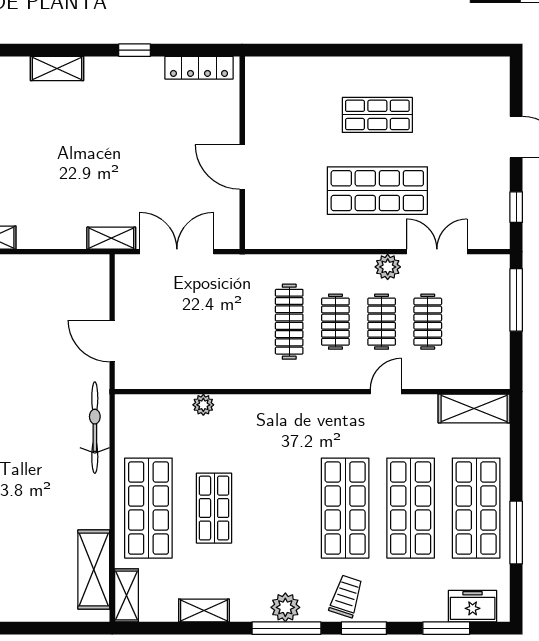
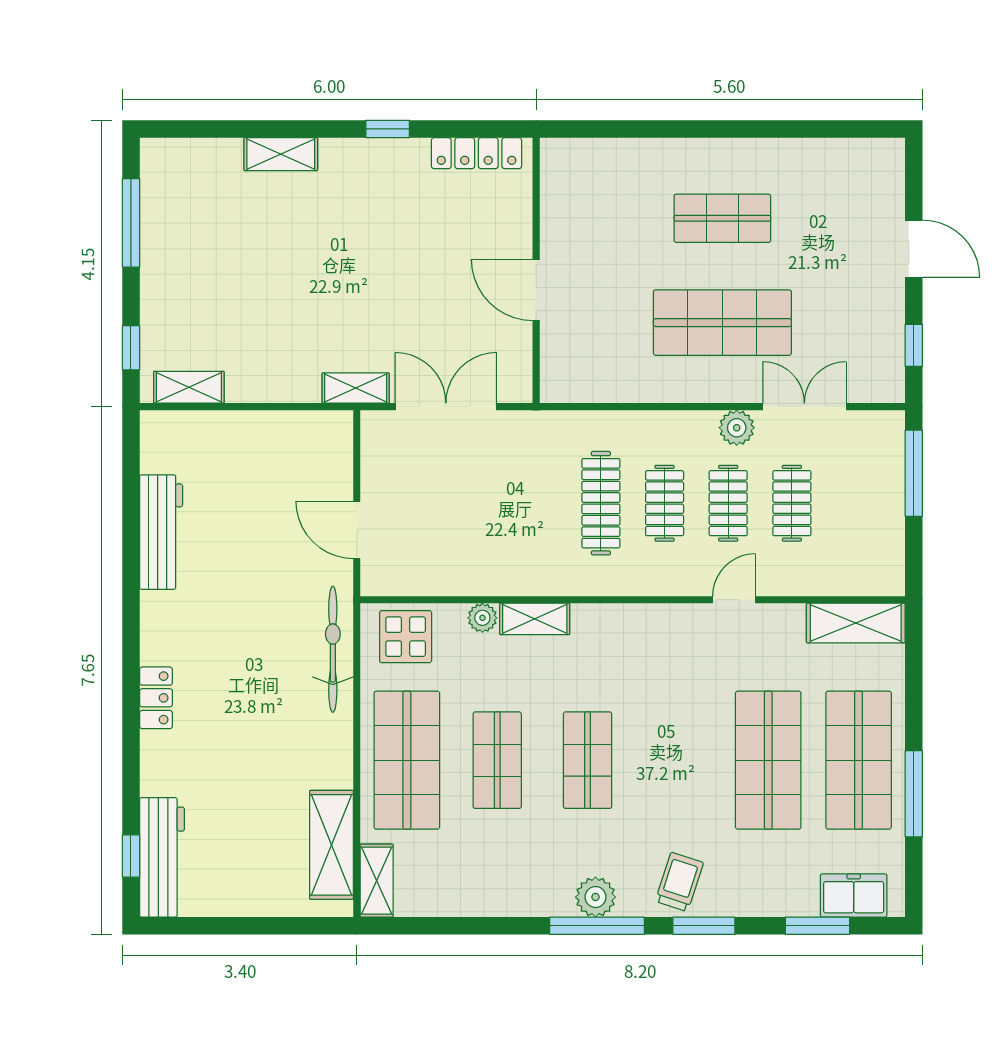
display table: (148, 418) -> (406, 637), added
shop shelf: (345, 508) -> (588, 760), moved, width x0.70, depth x0.74
shelving: (204, 610) -> (535, 619), moved

